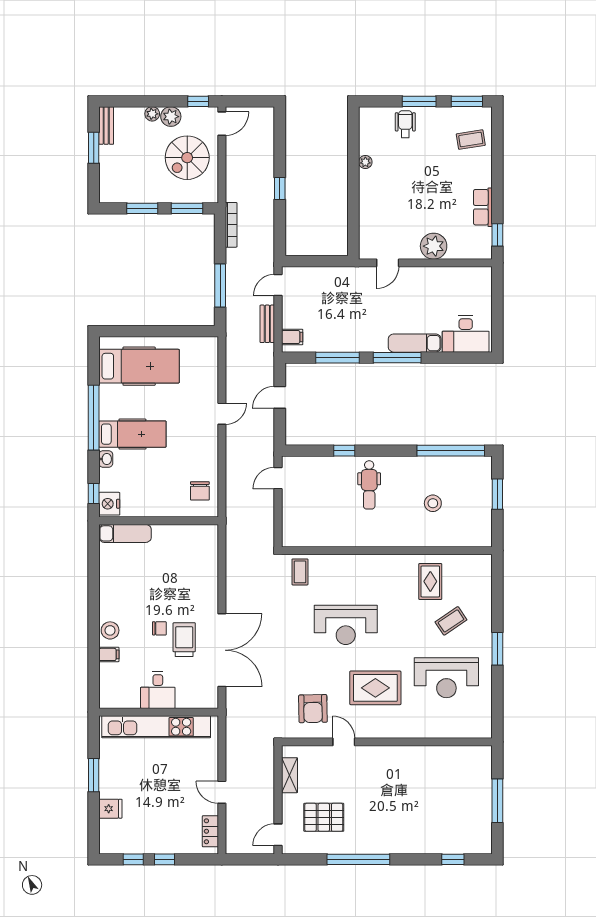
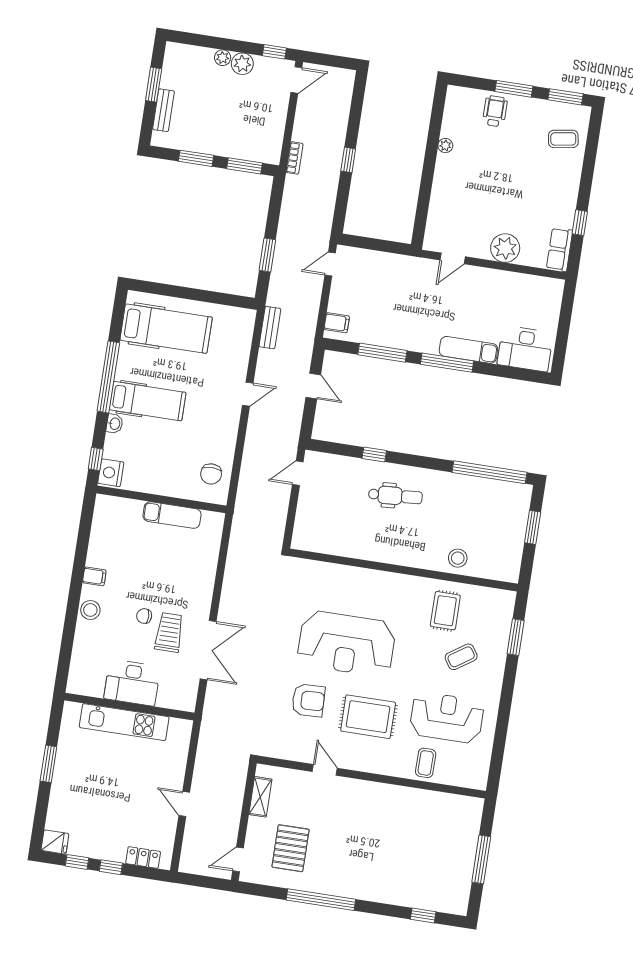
bench: (106, 126) -> (163, 110), moved
spiral stairs: (187, 158) -> (253, 111), removed
row of seats: (483, 207) -> (560, 250), moved
bookcase: (231, 225) -> (295, 158), moved, width x0.64
window: (497, 235) -> (580, 223), moved
window: (220, 285) -> (267, 255), width x0.69
bench: (267, 324) -> (270, 328), moved
door: (280, 397) -> (313, 386), swing flipped
dental chair: (369, 485) -> (395, 496), turned -94
stool: (433, 503) -> (458, 558), moved
exam couch: (125, 533) -> (172, 515), moved
coffee table: (300, 572) -> (426, 763), moved
reception desk: (346, 625) -> (346, 644), width x1.36, depth x1.30
chair: (159, 628) -> (144, 616), turned 180
window: (497, 649) -> (516, 637), moved
double door: (222, 650) -> (208, 650), width x0.73
filing cabinet: (109, 654) -> (94, 576), moved
reception desk: (446, 678) -> (447, 718), turned 180
desk: (158, 690) -> (132, 683), width x1.37
armchair: (313, 709) -> (308, 700), moved, turned -91
kitchen unit: (156, 727) -> (124, 722), width x0.73
fridge: (110, 809) -> (55, 842), moved
pallet: (324, 817) -> (290, 848), turned 90
locker: (210, 831) -> (143, 857), moved, turned 90

